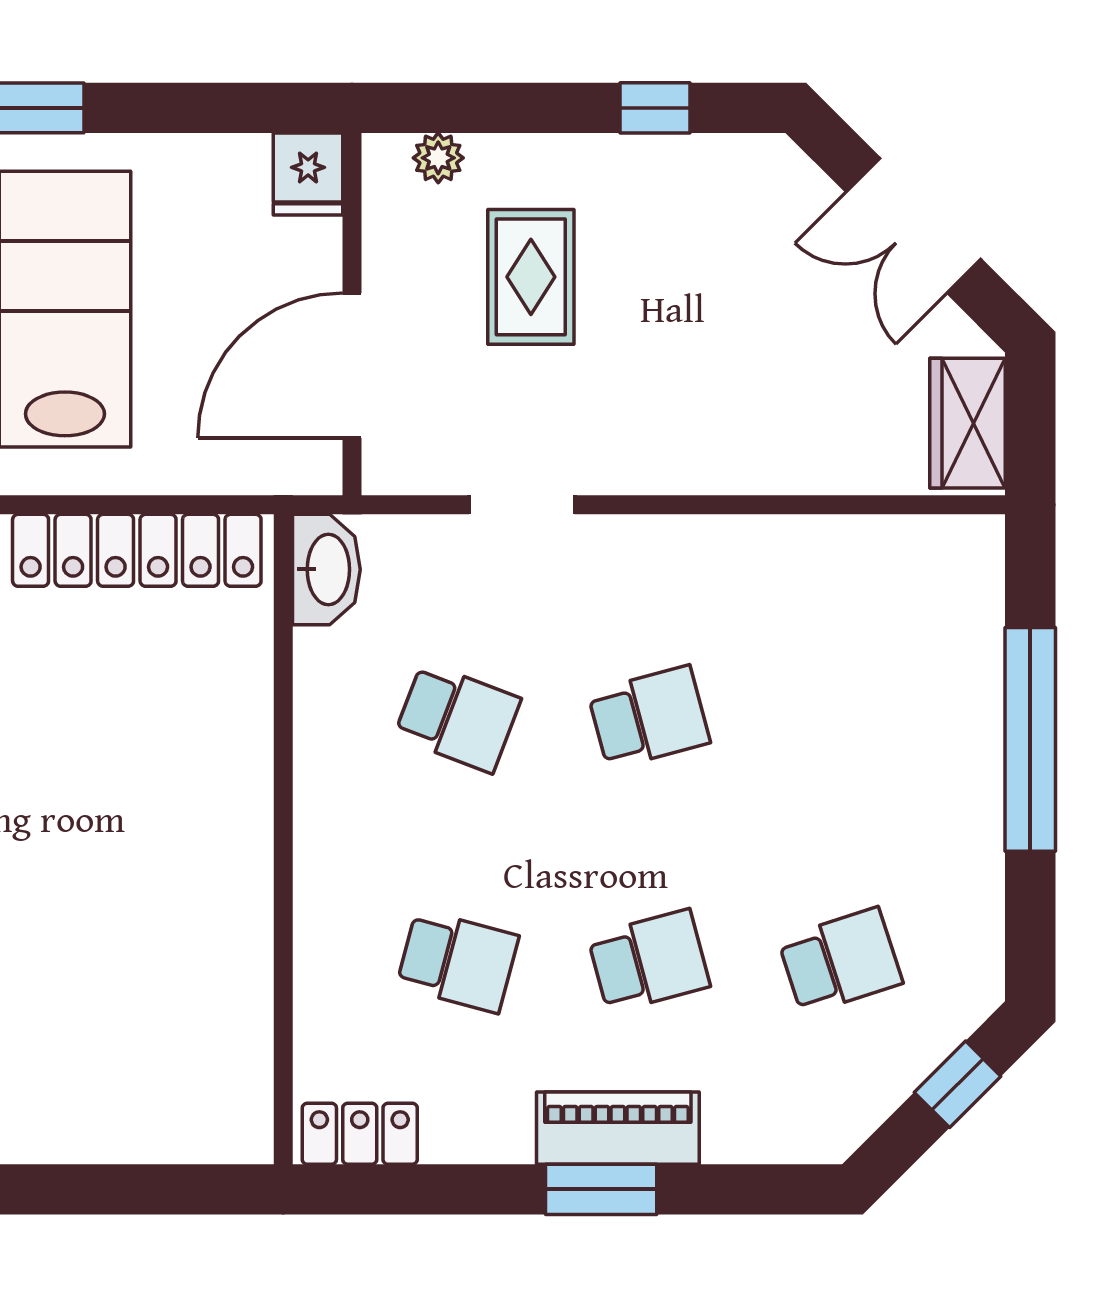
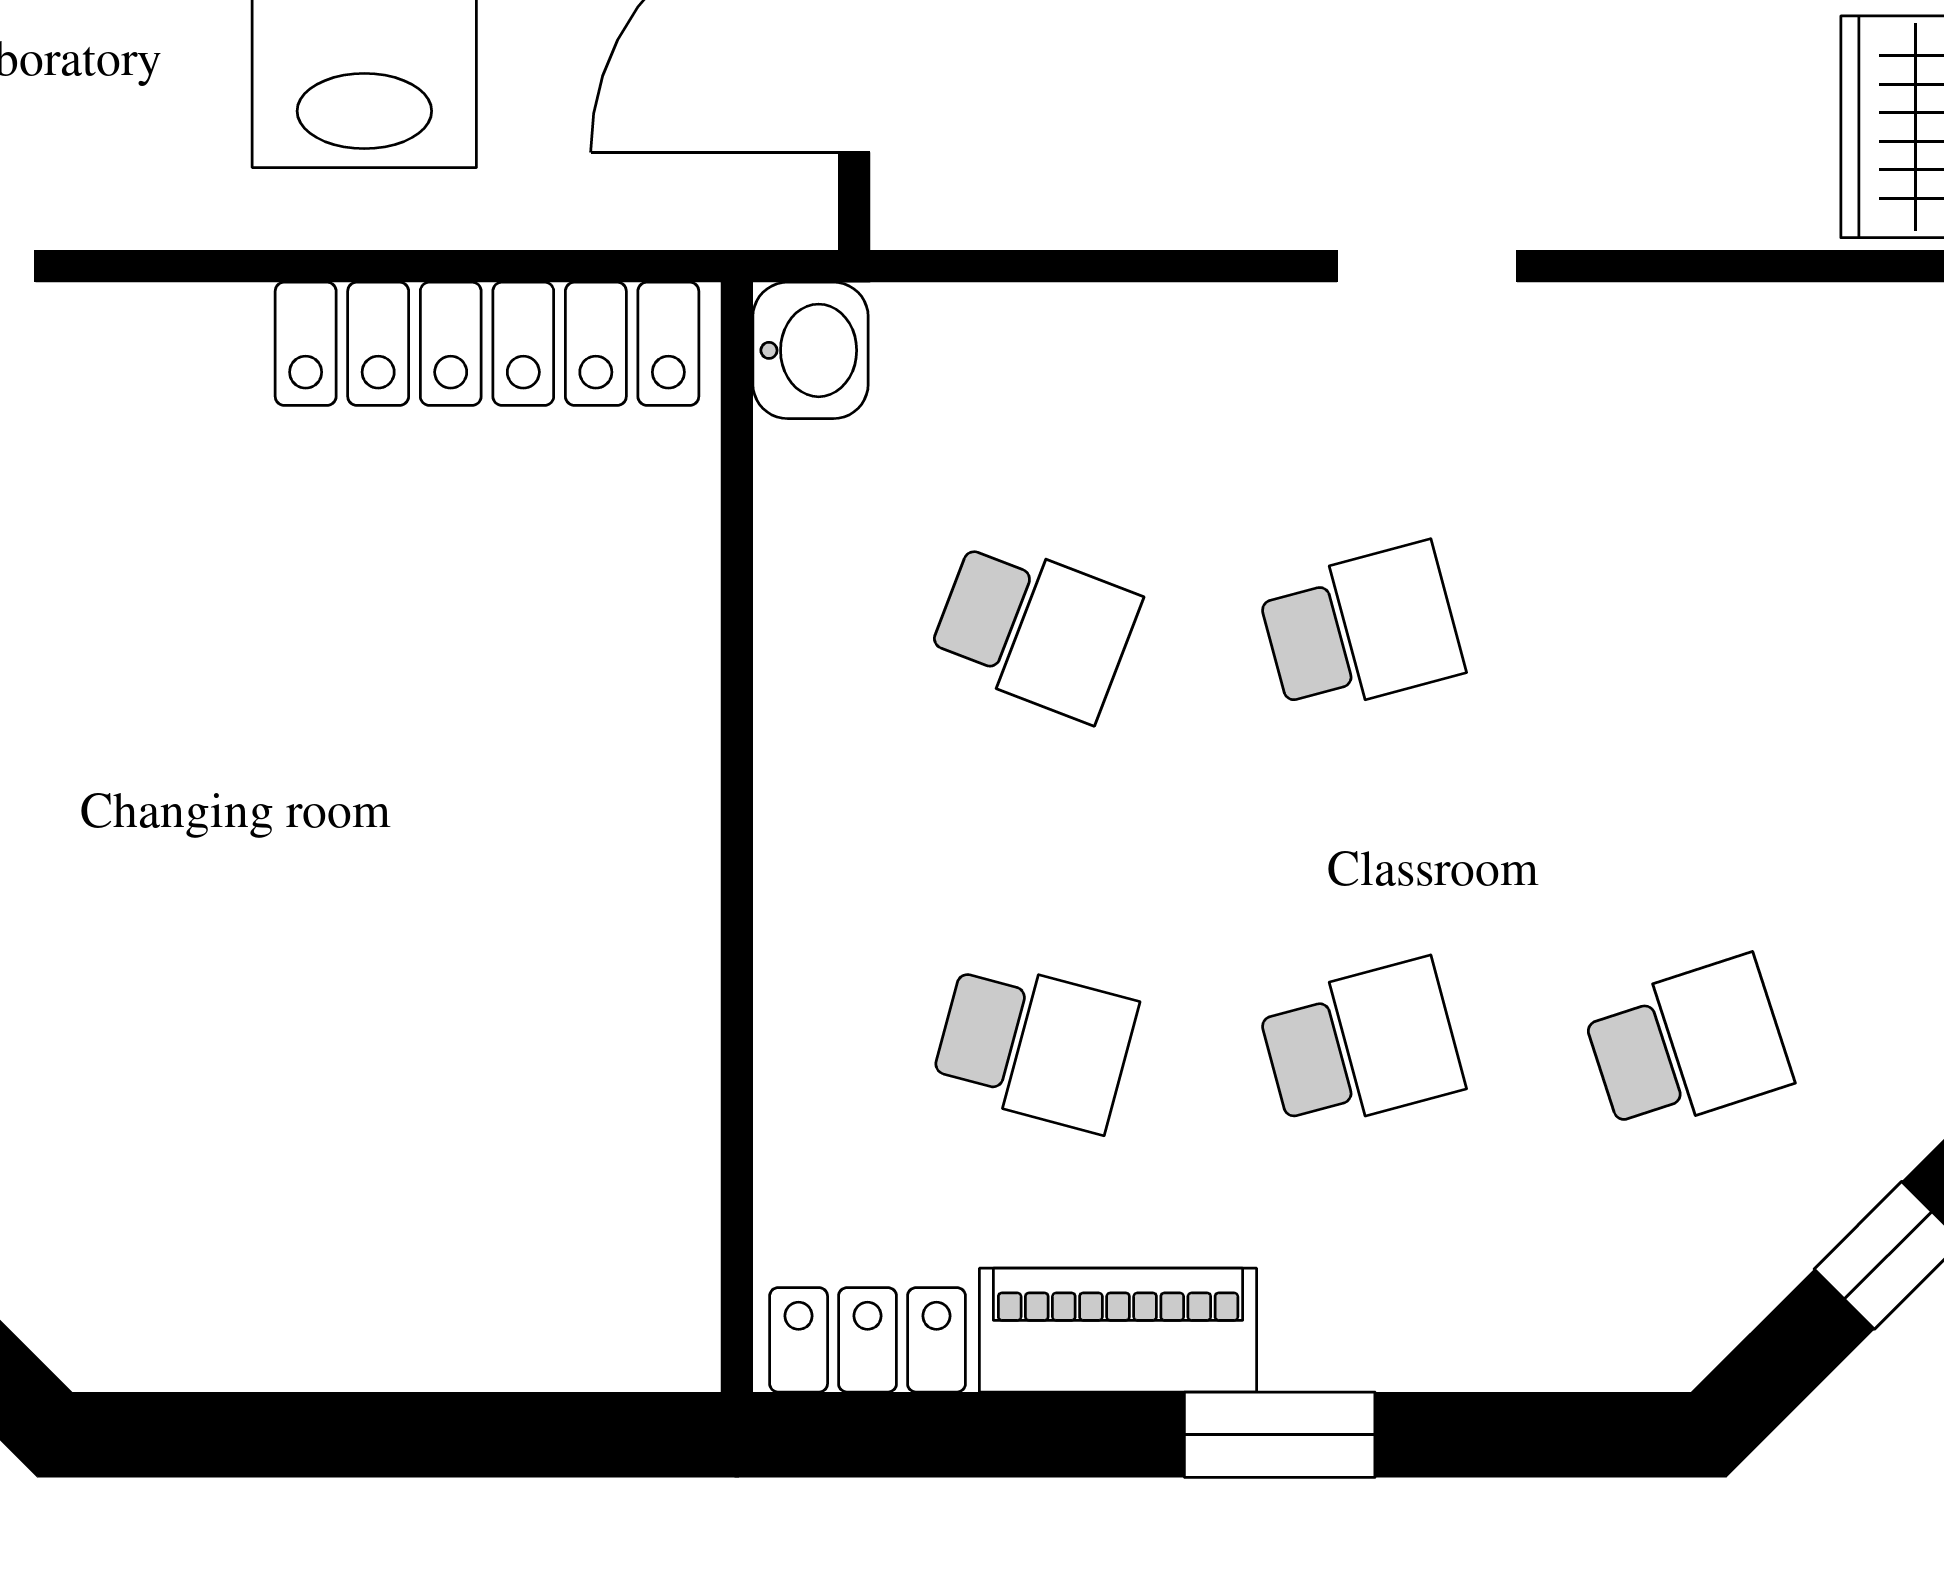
doorway: (522, 505) -> (1427, 266), moved
washbasin: (326, 569) -> (810, 350), width x0.72
piano: (618, 1128) -> (1118, 1330), moved

